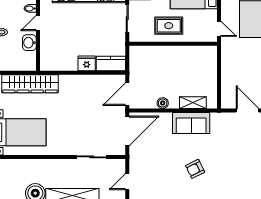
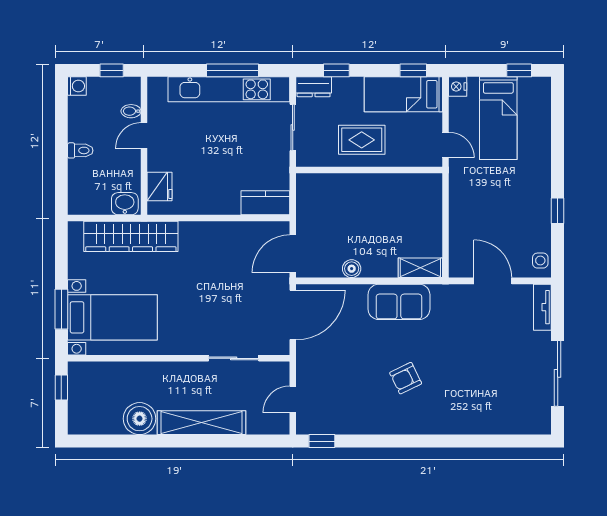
washbasin: (29, 43) -> (125, 204), moved, turned 90
fridge: (87, 63) -> (160, 187), moved, turned 90
shelving: (193, 103) -> (420, 268), moved

